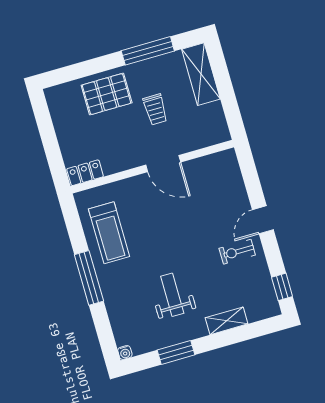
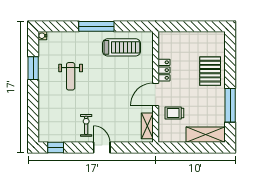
trolley: (155, 109) -> (174, 113), moved
locker: (85, 173) -> (164, 70), moved
treadmill: (109, 233) -> (122, 47), turned 180
weight bench: (172, 295) -> (71, 76), turned 90
shelving: (227, 321) -> (147, 126), moved

